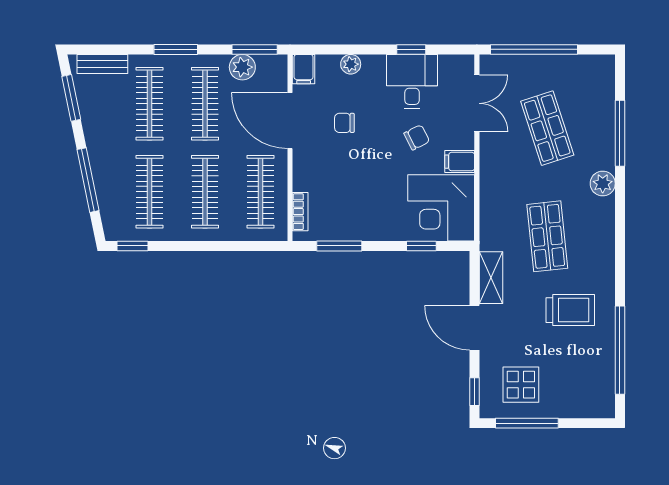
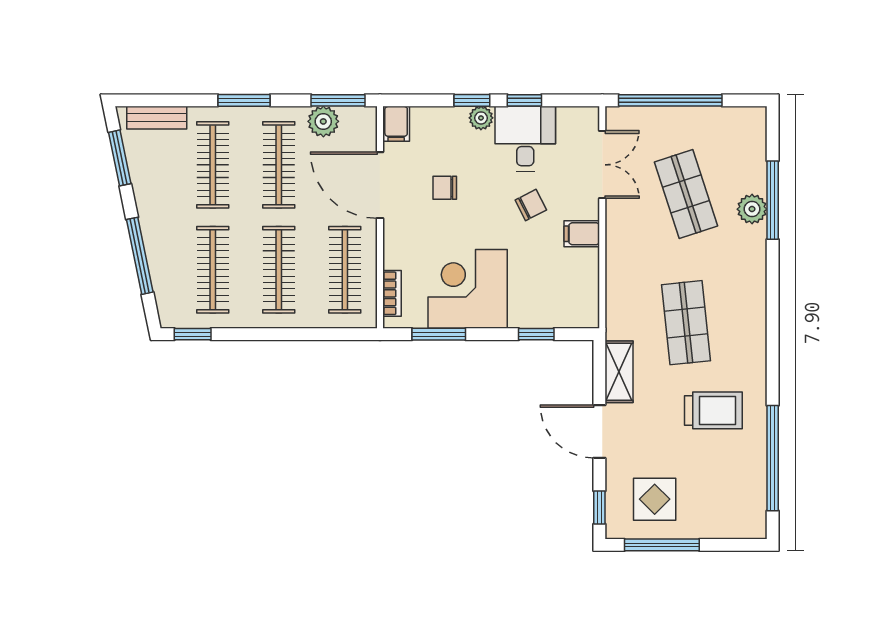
window: (367, 49) -> (472, 100), added
plant: (351, 64) -> (481, 118), moved
plant: (603, 184) -> (752, 209), moved
corner desk: (441, 208) -> (468, 289), moved, turned 90

